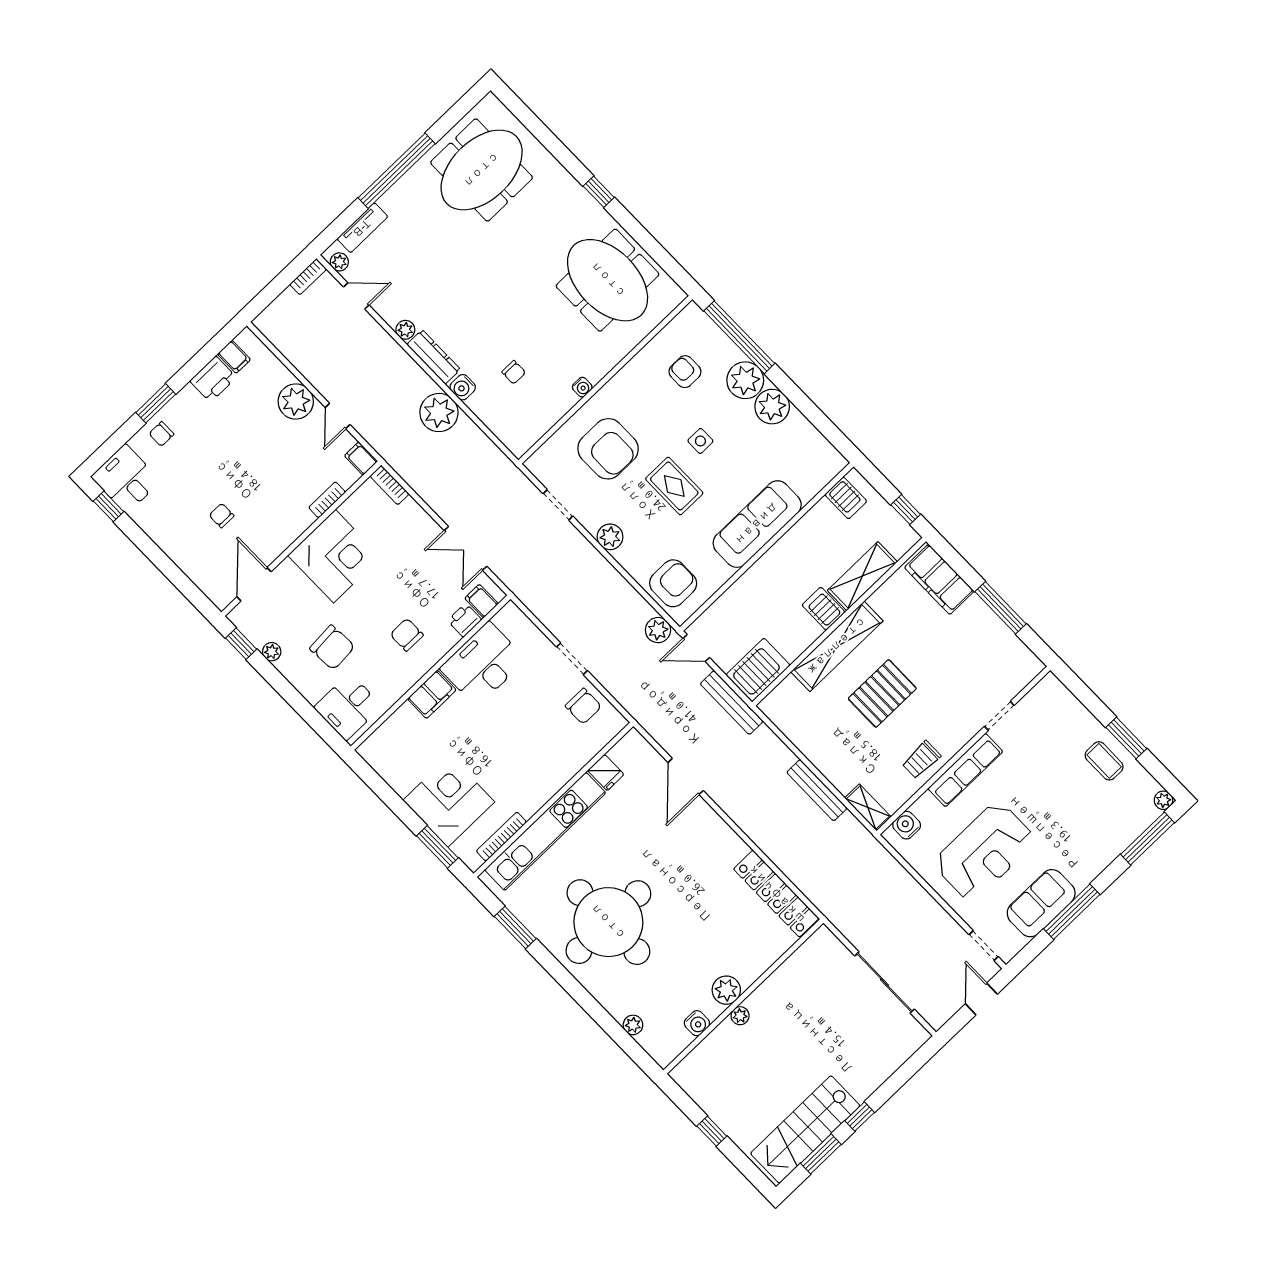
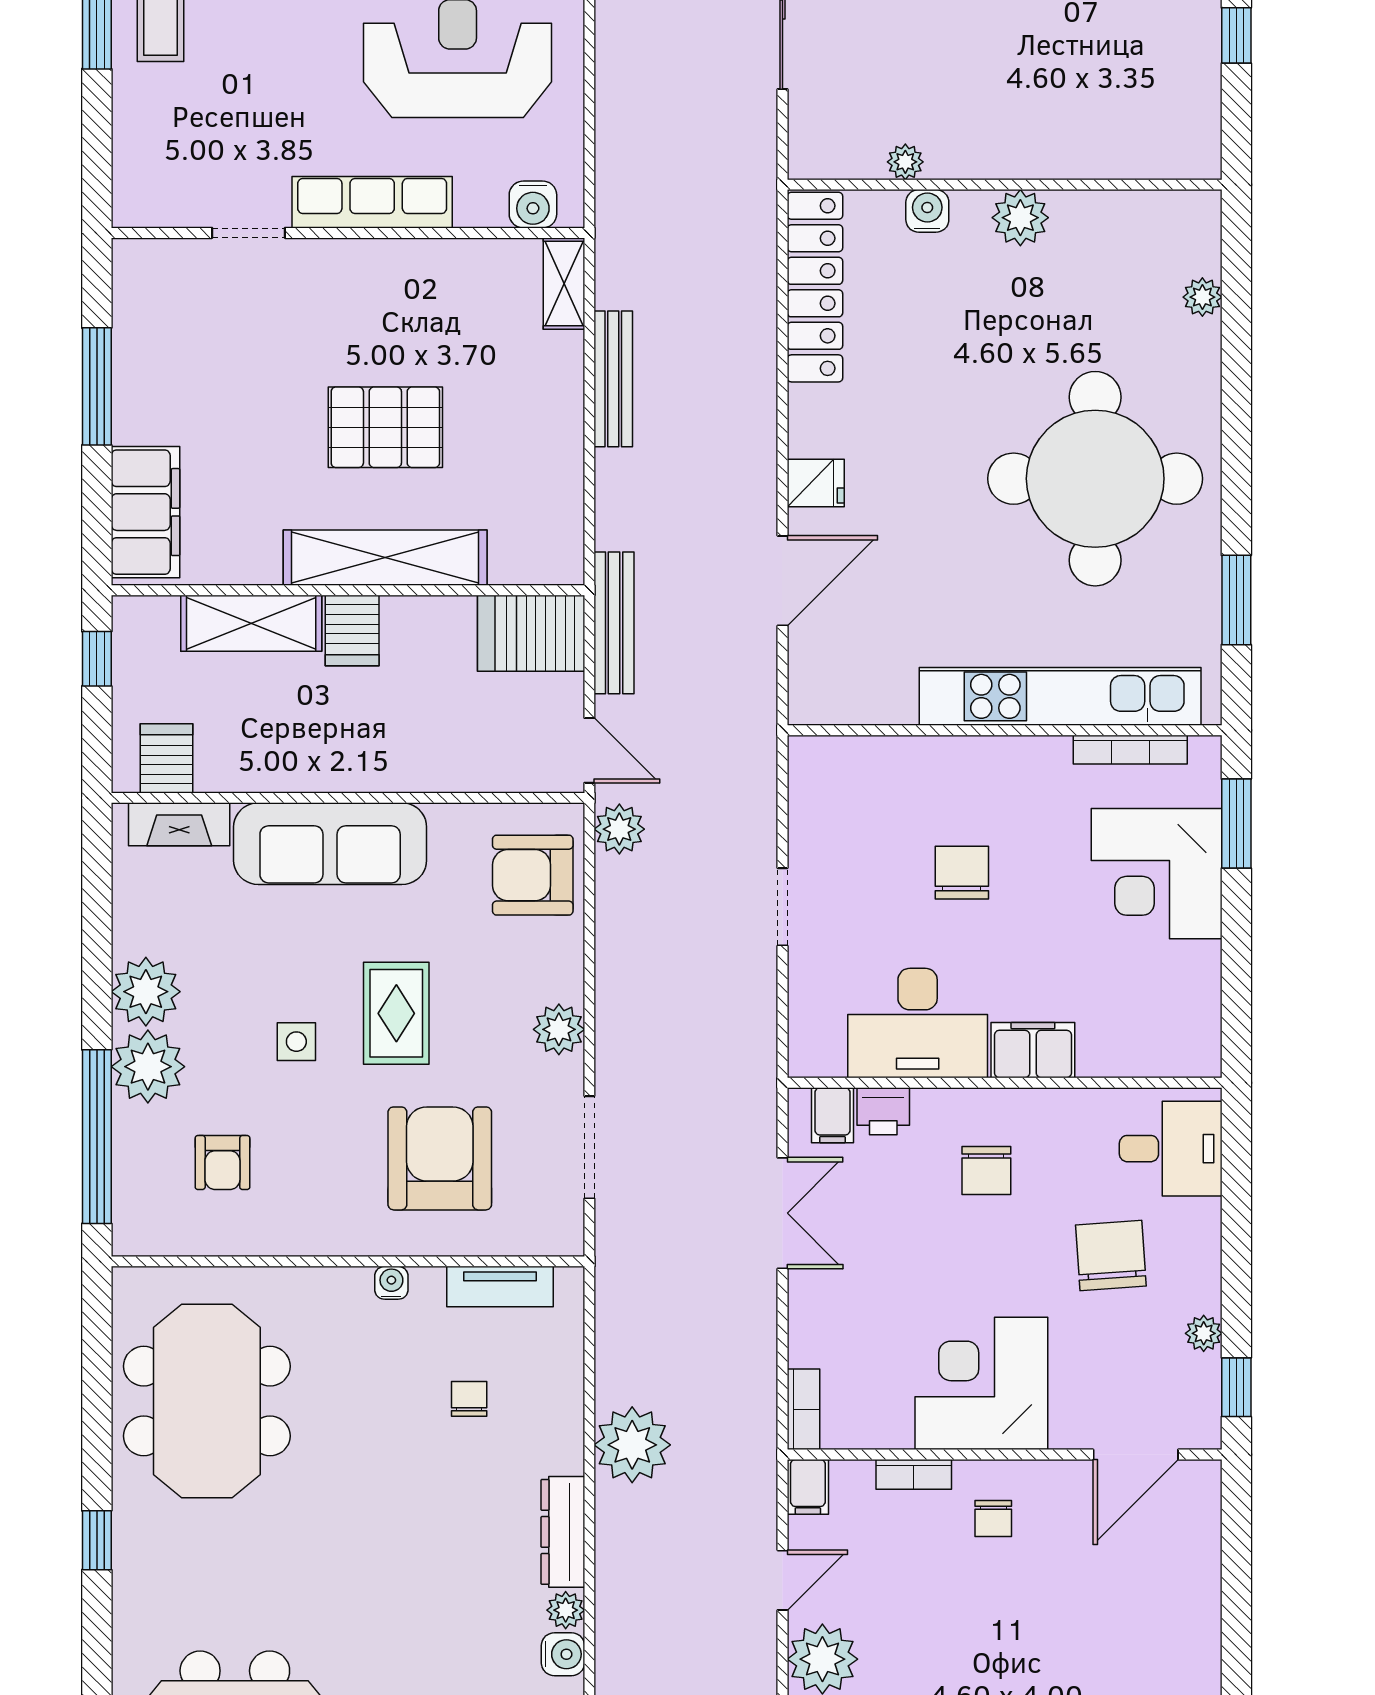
water cooler: (463, 387) -> (563, 1654), moved
tv unit: (542, 424) -> (500, 1286), added
fireplace: (818, 479) -> (179, 824), added
doorway: (558, 505) -> (589, 1147), width x1.38
chair: (221, 516) -> (993, 1519), moved
chair: (583, 706) -> (962, 873), moved
trolley: (921, 760) -> (421, 278), removed
fridge: (606, 772) -> (816, 483), moved, turned 90
plant: (740, 1016) -> (905, 162), moved
water cooler: (697, 1023) -> (927, 211), moved

